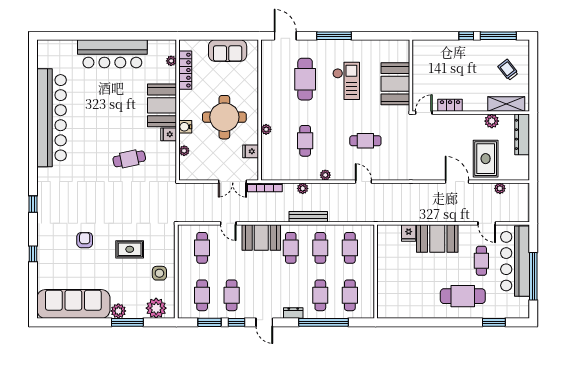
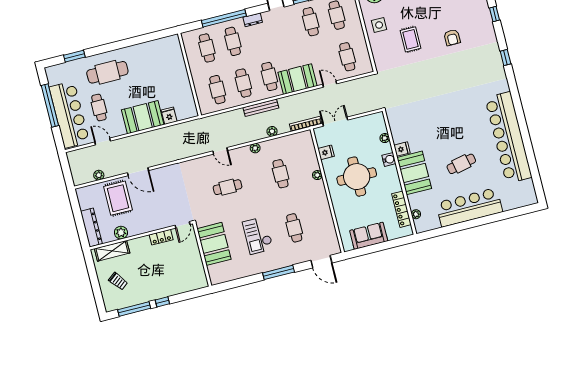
cafe table: (305, 79) -> (294, 228), width x0.73, depth x0.74
cafe table: (129, 159) -> (461, 164), moved
rug: (130, 249) -> (411, 39), turned 90

